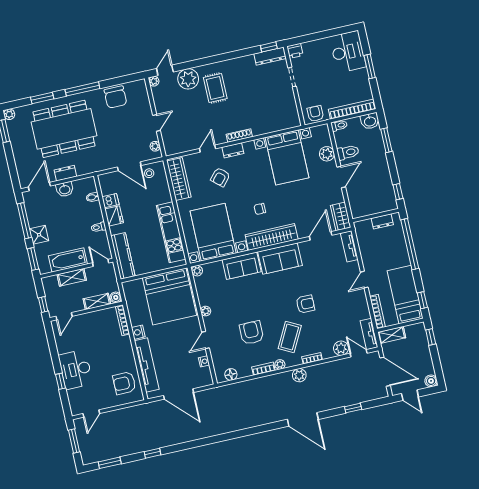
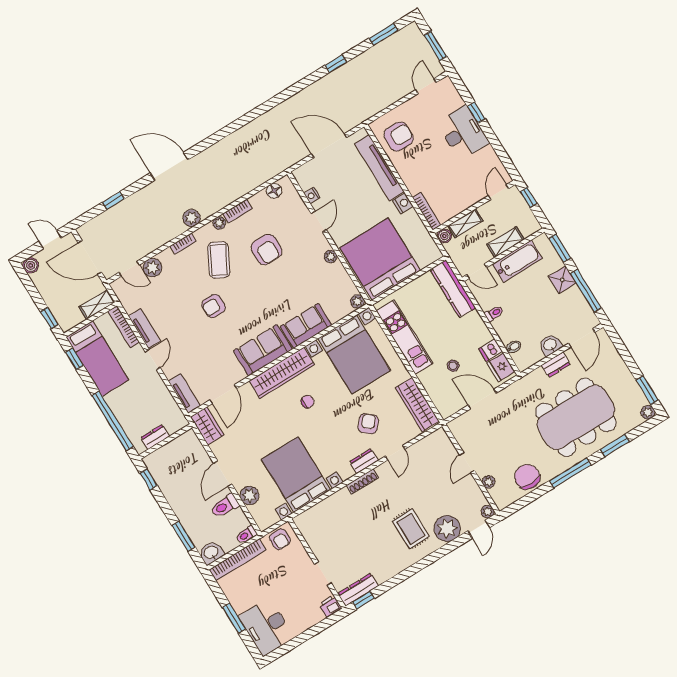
plant: (155, 146) -> (489, 482), moved
stool: (149, 173) -> (453, 366), moved
fridge: (114, 216) -> (501, 367), moved
tv unit: (369, 334) -> (144, 329), moved

